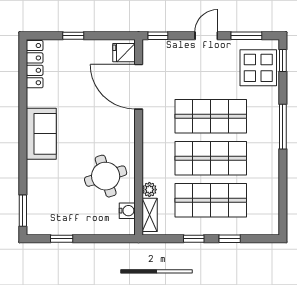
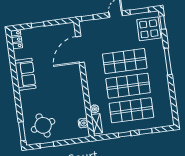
fridge: (124, 53) -> (69, 31), removed
locker: (35, 64) -> (17, 39), width x0.66
door: (139, 87) -> (80, 49), hinge flipped
sofa: (41, 134) -> (25, 74), moved
round table: (106, 176) -> (43, 125), moved

